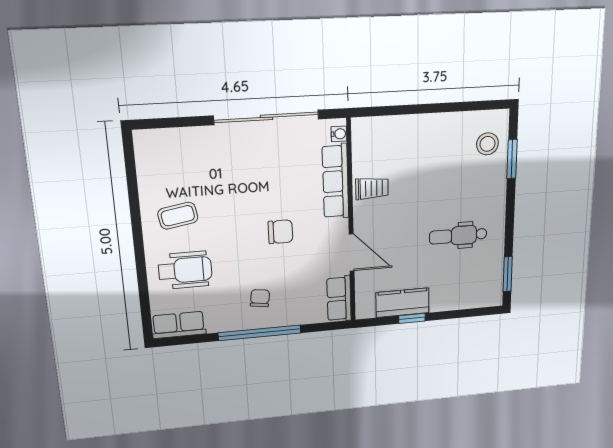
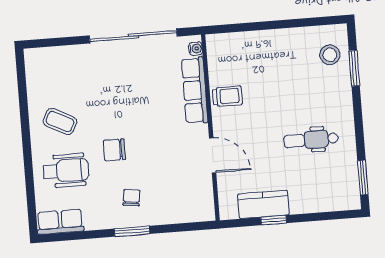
coffee table: (178, 216) -> (60, 121), turned 37
chair: (280, 232) -> (114, 150), moved, turned 180
row of seats: (339, 299) -> (203, 199), removed
window: (260, 333) -> (132, 231), width x0.47

